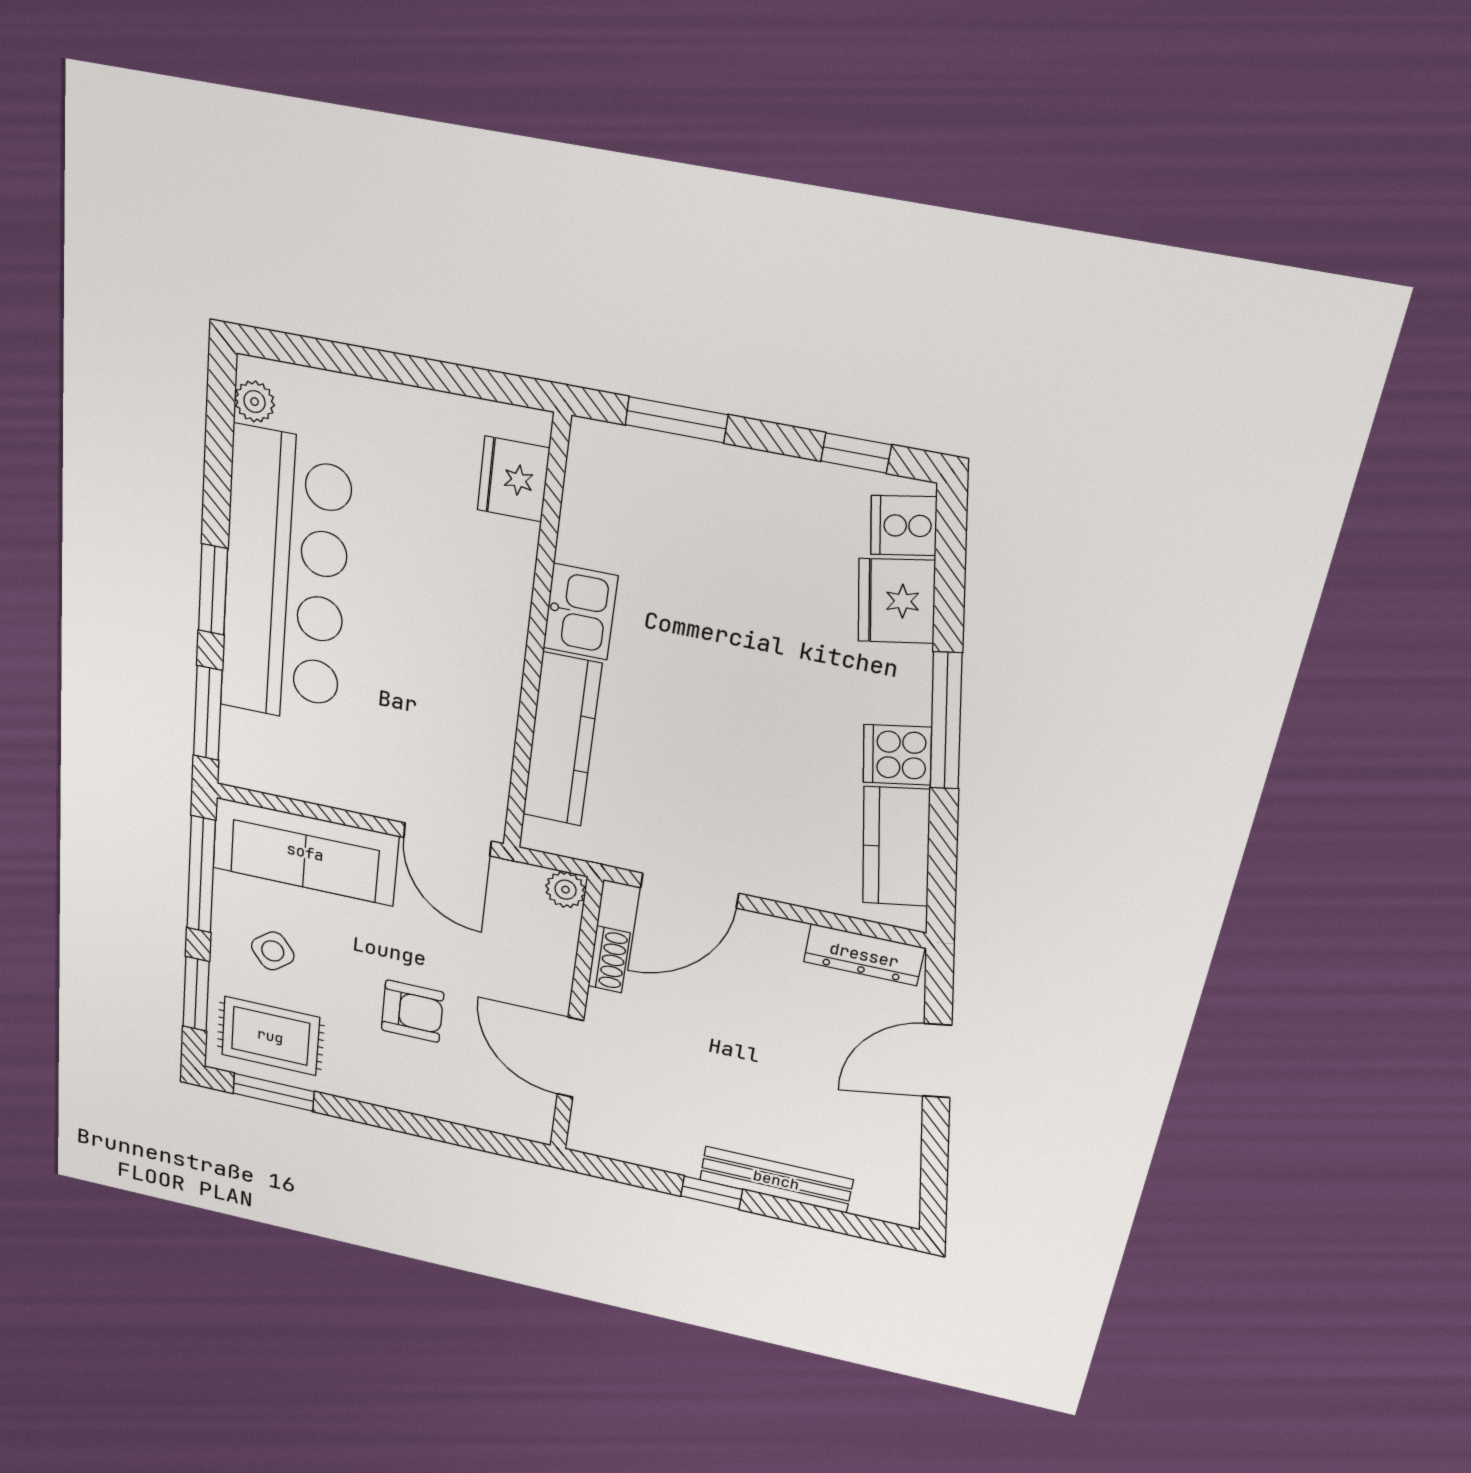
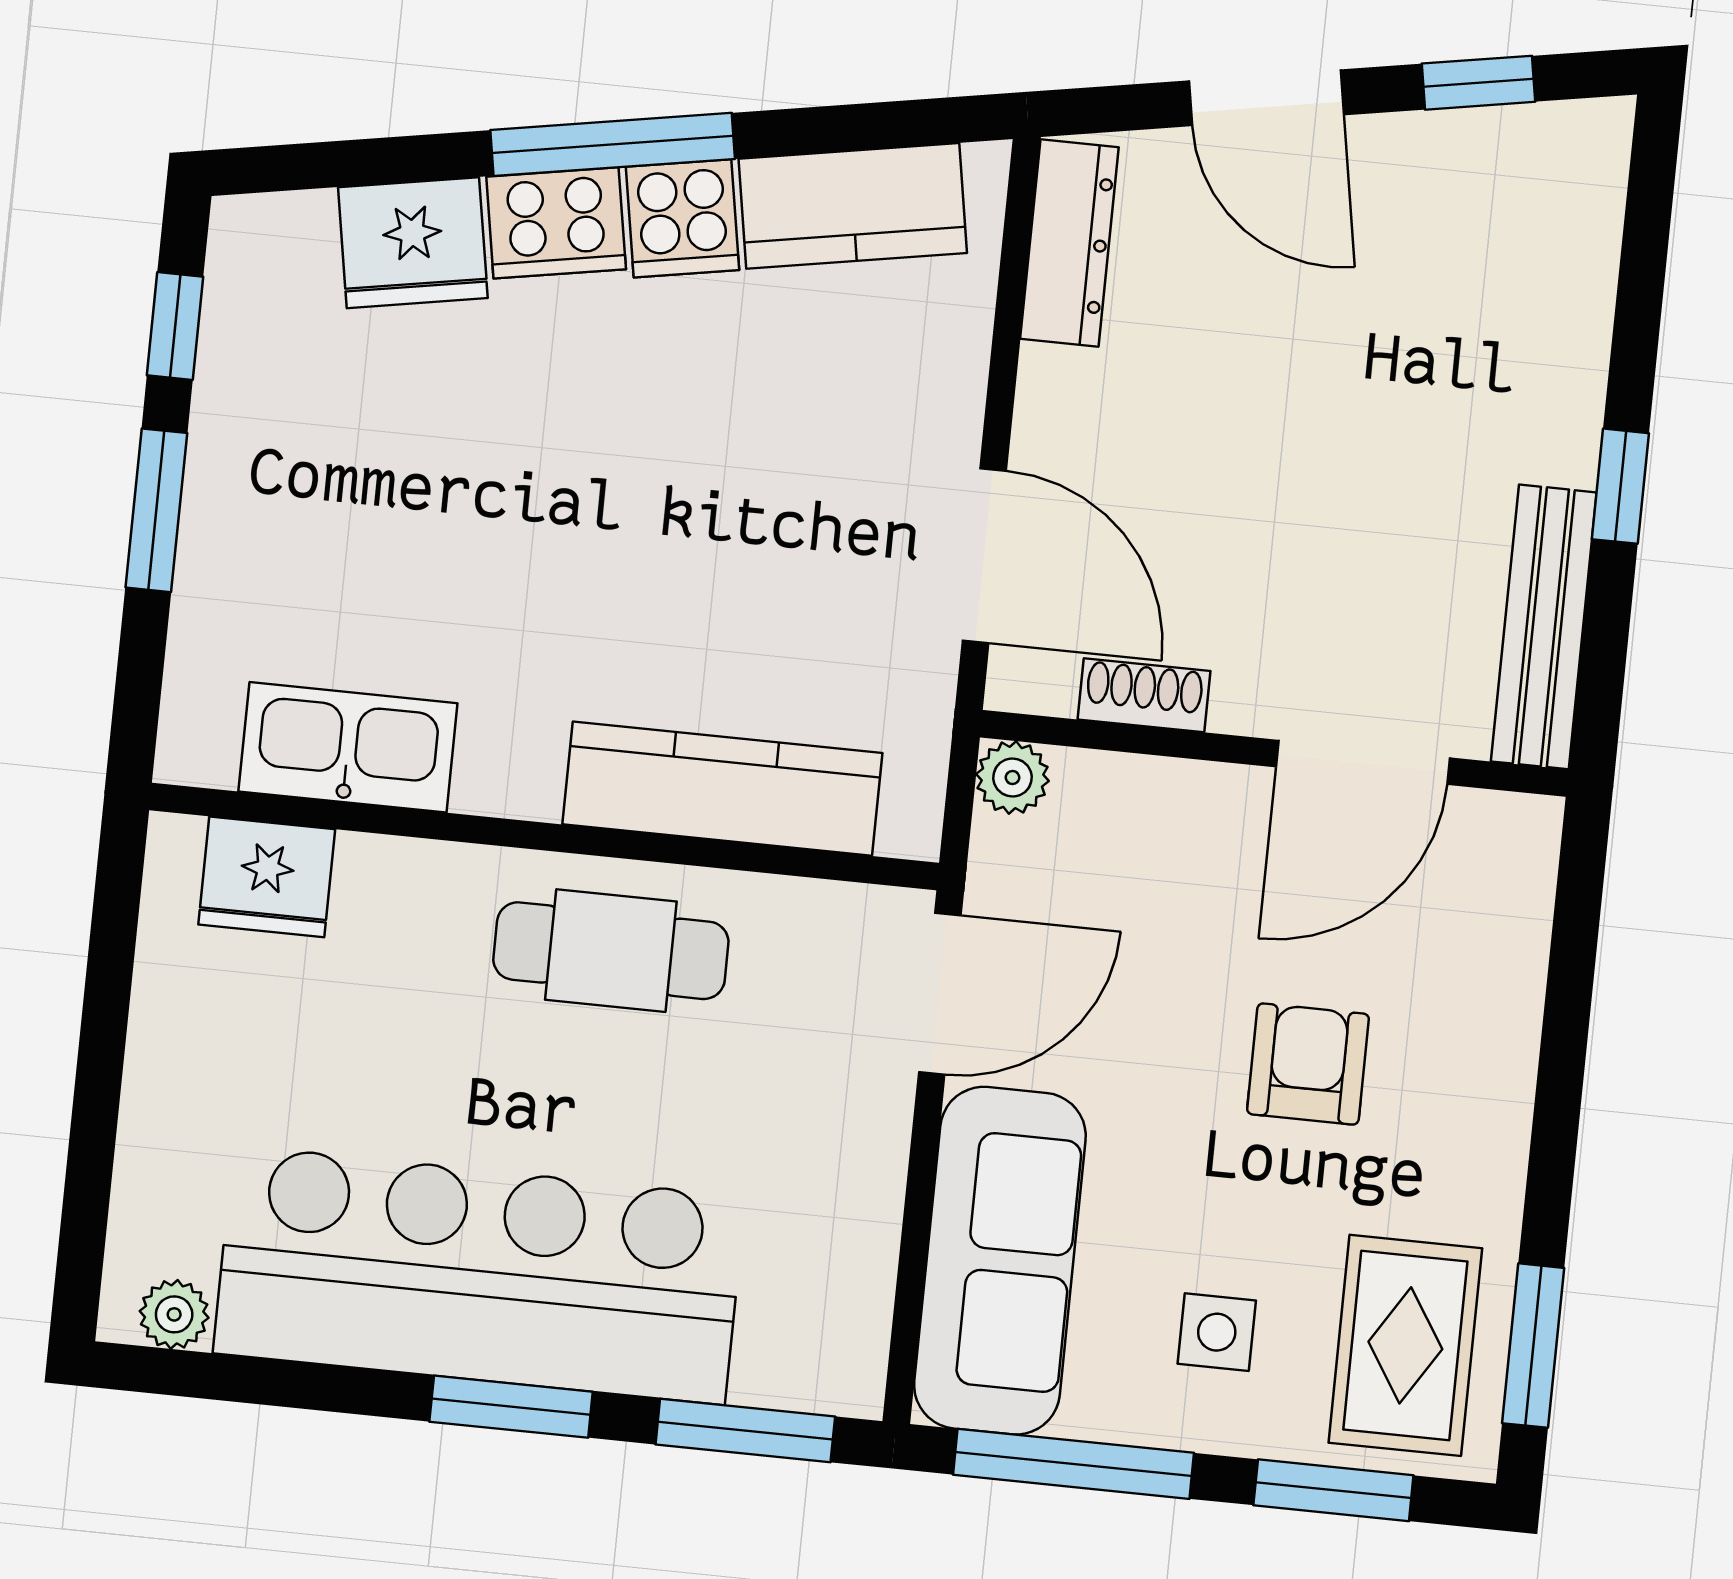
window: (676, 420) -> (156, 510), moved
cooker: (904, 526) -> (556, 223), moved, width x1.36
kitchen sink: (580, 612) -> (348, 747), moved, width x1.38
cafe table: (470, 670) -> (611, 951), added
side table: (273, 951) -> (1217, 1332), turned 38
window: (934, 1160) -> (1479, 83), added
bench: (776, 1180) -> (1544, 627), moved

